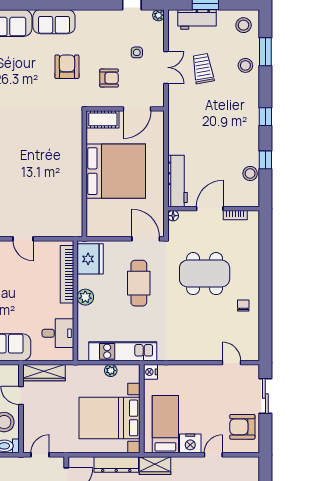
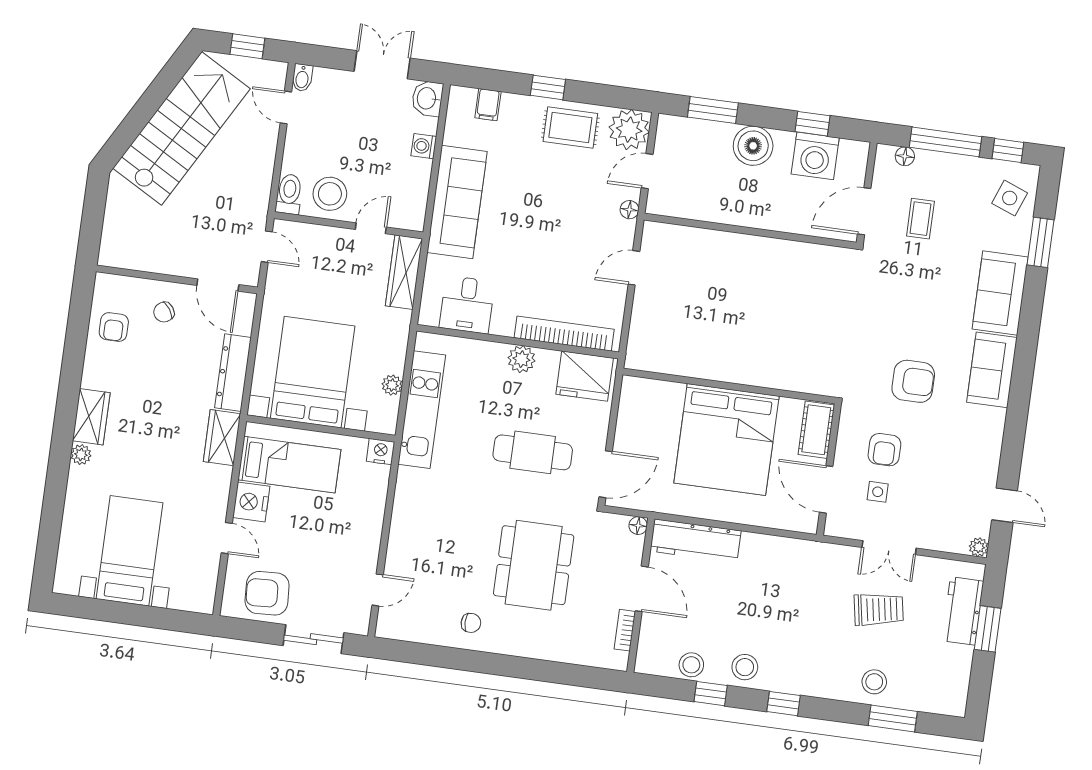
stool: (244, 25) -> (745, 667), moved
side table: (137, 52) -> (878, 492), moved
armchair: (242, 427) -> (267, 593), turned -93

